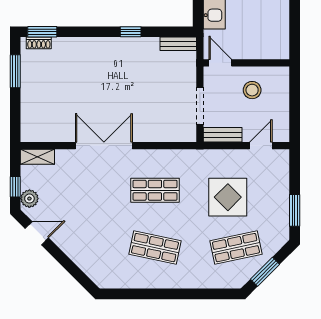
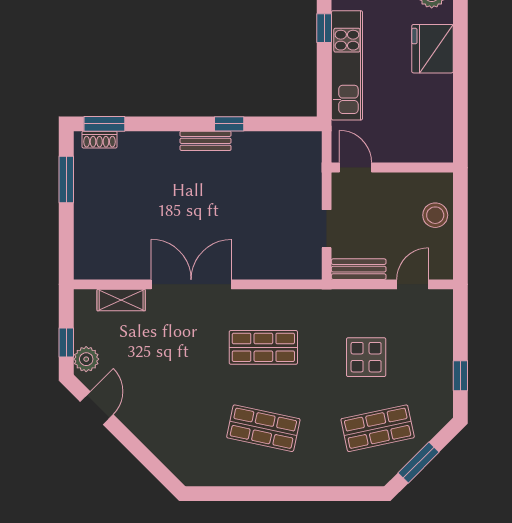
bench: (178, 44) -> (206, 141), moved
stool: (252, 90) -> (435, 215), moved
doorway: (200, 106) -> (327, 229), width x0.73
shelving: (37, 157) -> (121, 300), moved
display table: (228, 197) -> (366, 357), width x0.73, depth x0.73
window: (295, 210) -> (460, 376), width x0.67
door: (37, 233) -> (97, 408), hinge flipped

